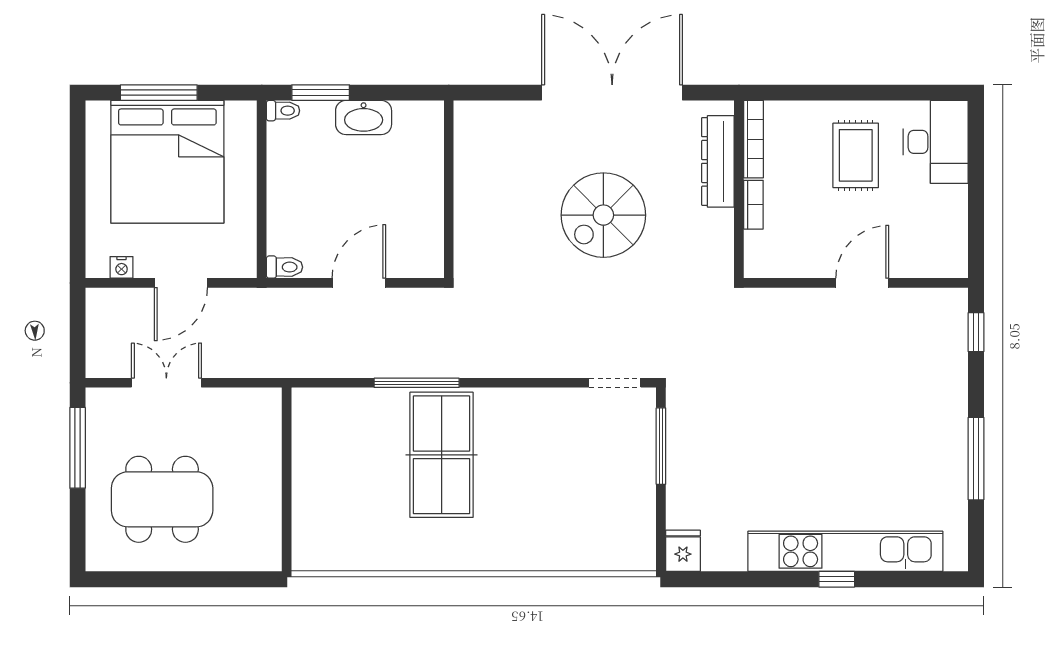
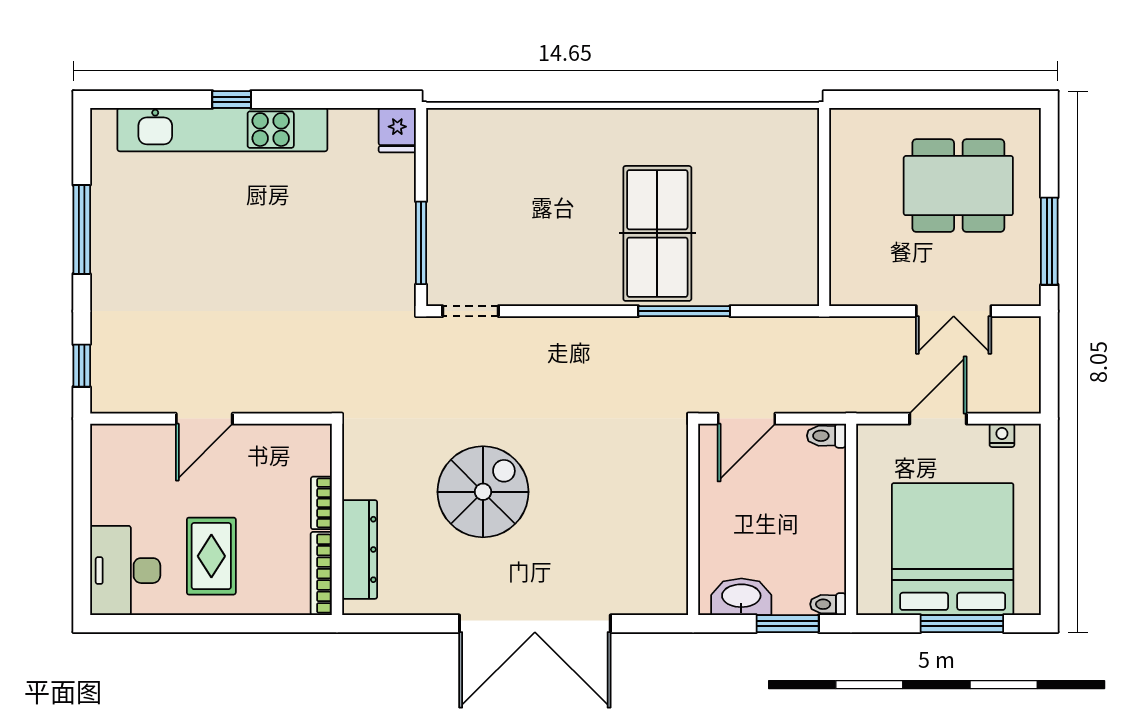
double door: (612, 93) -> (535, 624), moved
wall: (449, 189) -> (693, 519), moved

